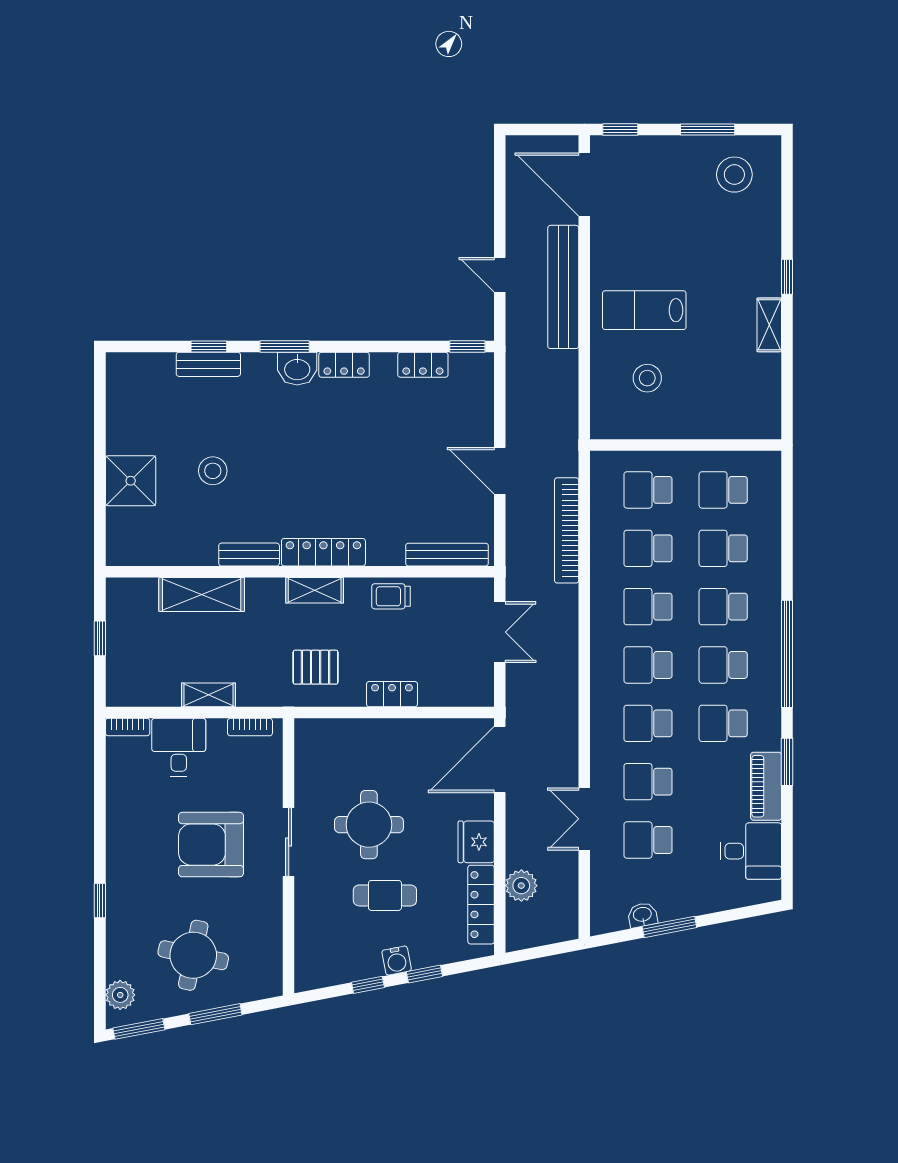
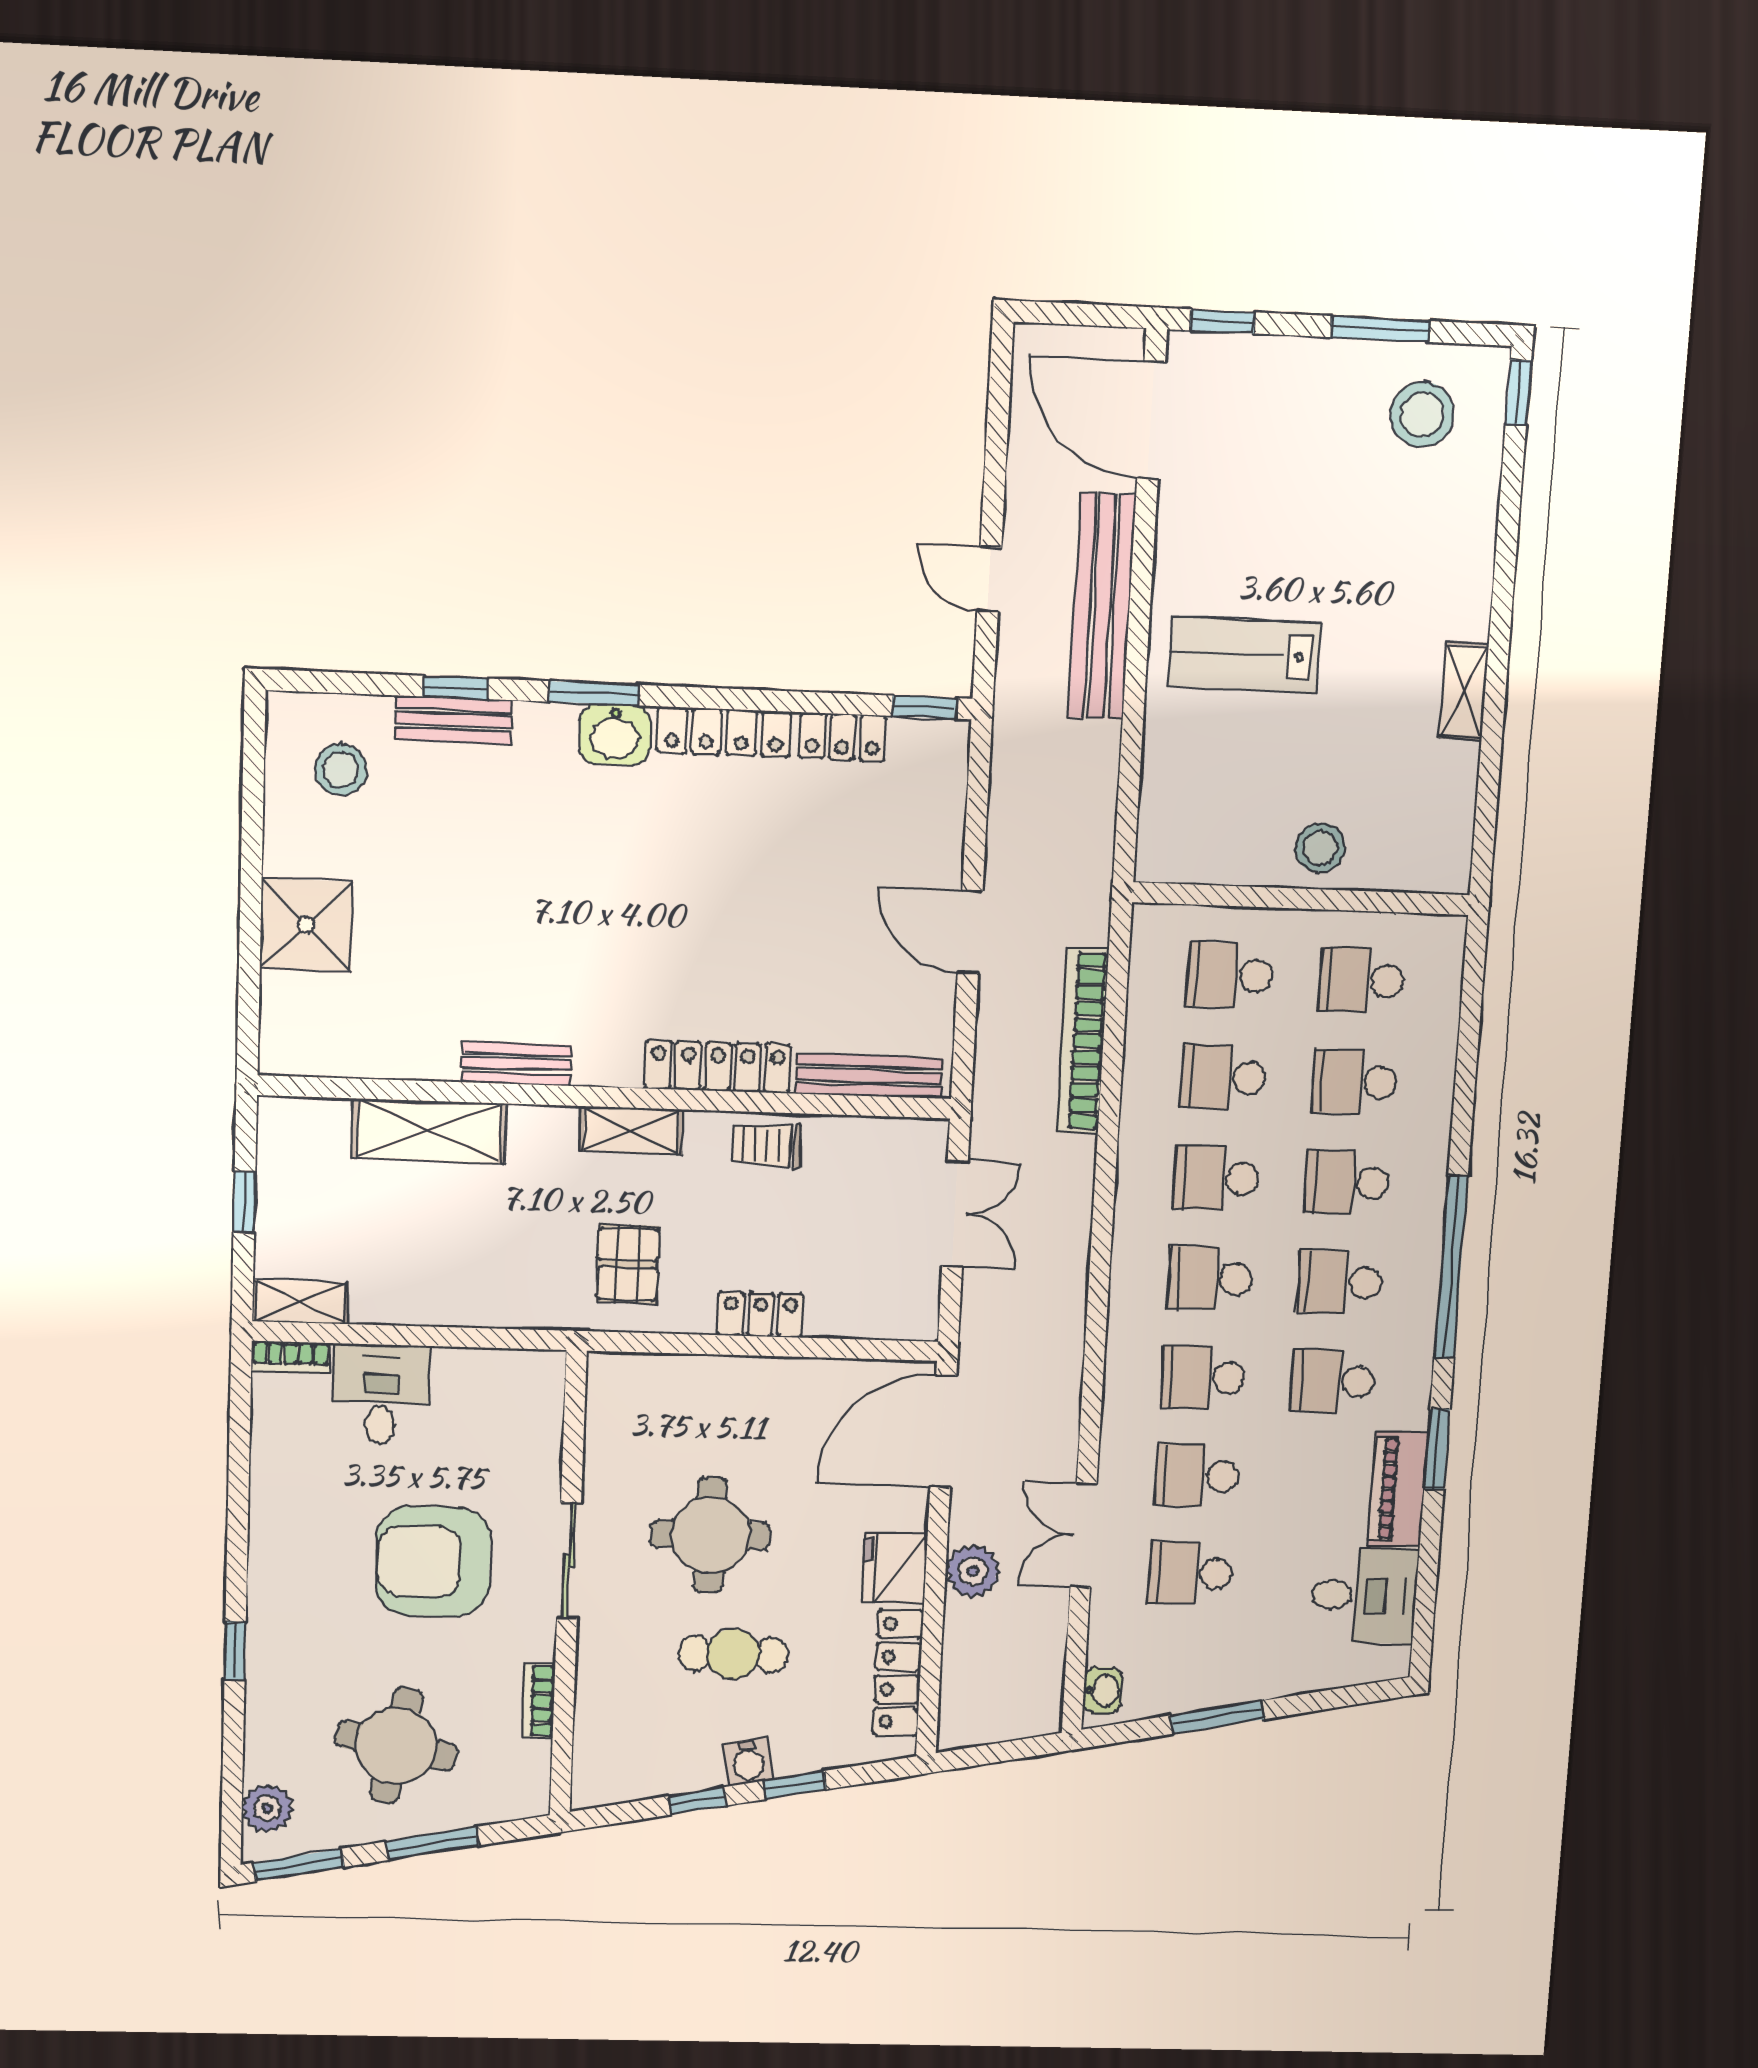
window: (787, 277) -> (1518, 392), moved
locker: (344, 365) -> (724, 732), width x1.53
stool: (647, 378) -> (1320, 848), moved
stool: (213, 471) -> (341, 770), moved
locker: (323, 552) -> (718, 1067), moved
pallet: (316, 667) -> (628, 1264), turned 90
shelving: (208, 695) -> (300, 1302), moved
bookcase: (250, 727) -> (539, 1701), moved, turned 90
plant: (521, 886) -> (973, 1571), moved
washbasin: (642, 915) -> (1103, 1690), moved, turned 101

